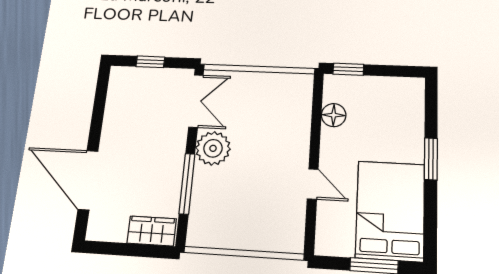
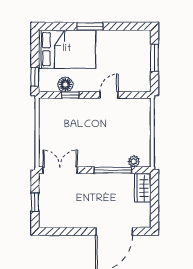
window: (316, 122) -> (70, 95), added
plant: (213, 148) -> (134, 162), moved, width x0.53, depth x0.53
bed: (390, 211) -> (67, 49), moved, turned 180

